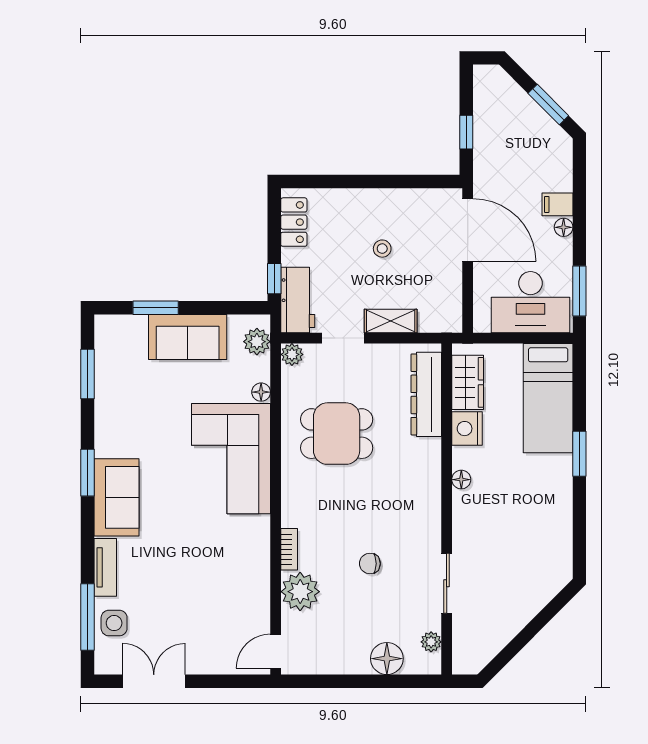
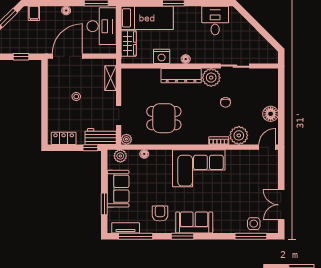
filing cabinet: (557, 204) -> (34, 13), moved
shelving: (391, 321) -> (111, 78), moved
window: (88, 374) -> (136, 236), width x1.44
wardrobe: (468, 382) -> (129, 43), moved, turned 90
dresser: (426, 394) -> (181, 76), moved
armchair: (136, 425) -> (160, 213), added
dining table: (337, 434) -> (164, 118), turned 90
corner sofa: (231, 459) -> (199, 168), moved
desk: (542, 542) -> (215, 21), added
tv unit: (105, 567) -> (126, 228), moved
plant: (431, 642) -> (211, 78), moved, width x1.87, depth x1.87
door: (276, 651) -> (267, 147), swing flipped
floor lamp: (387, 659) -> (271, 114), moved

